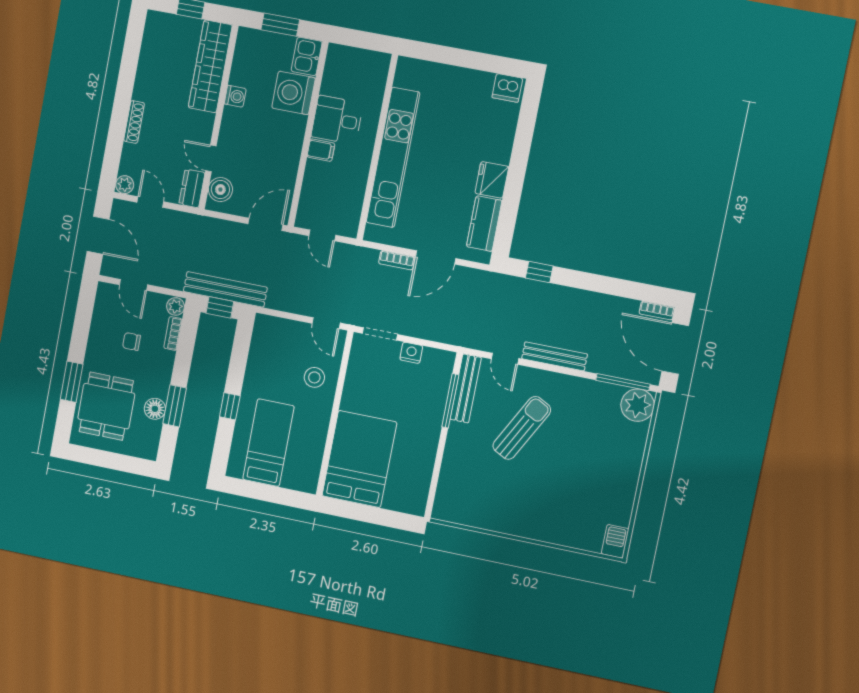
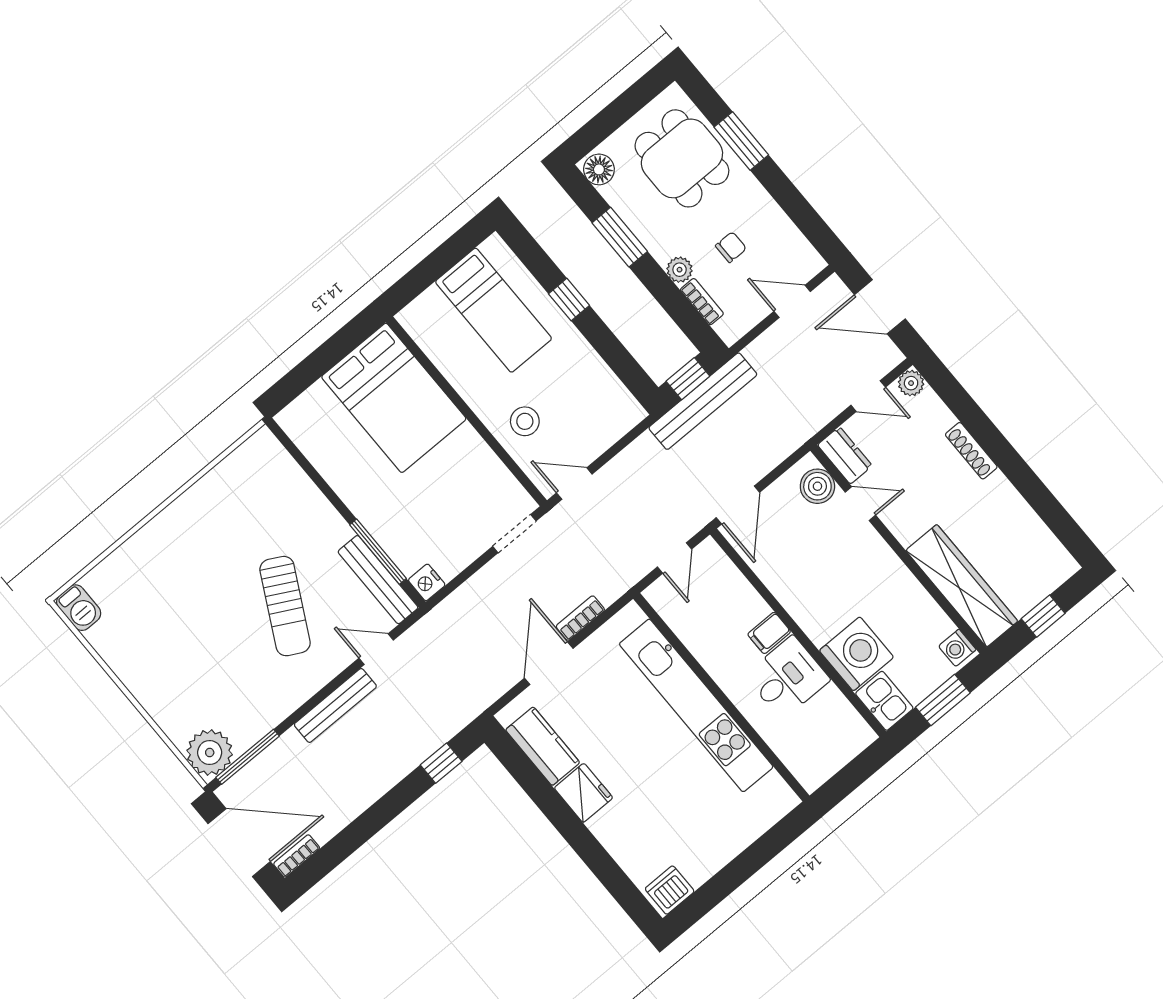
washing machine: (235, 96) -> (957, 648), moved
door: (322, 235) -> (675, 558), swing flipped
plant: (176, 306) -> (680, 270), moved
nightstand: (411, 353) -> (427, 582), moved, turned 90
floor lamp: (155, 409) -> (599, 169), moved

